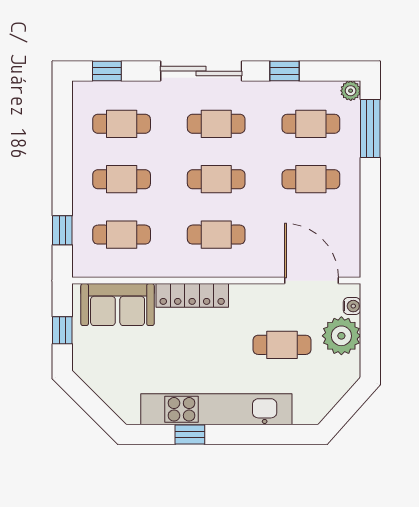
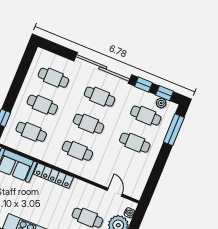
window: (107, 71) -> (165, 93), moved
sliding door: (201, 71) -> (103, 68), width x1.36
plant: (351, 91) -> (161, 103), moved
door: (312, 281) -> (115, 192), width x0.53

